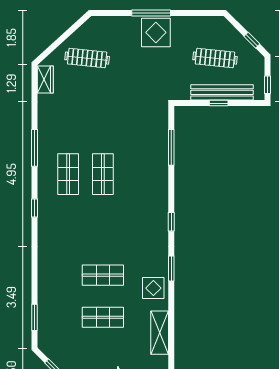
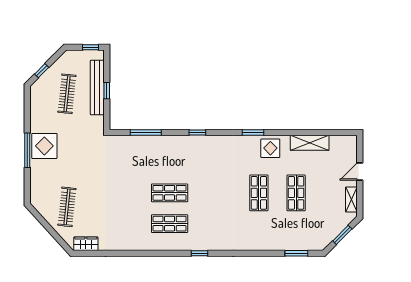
window: (252, 40) -> (42, 71), moved
window: (35, 148) -> (146, 253), removed
window: (171, 222) -> (197, 132), moved

